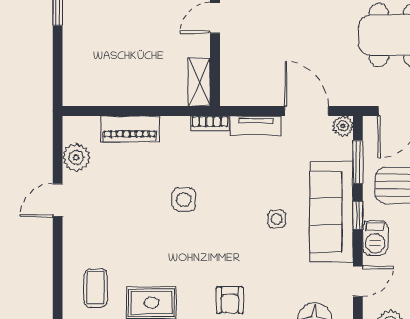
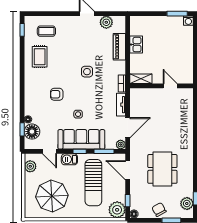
kitchen sink: (125, 92) -> (136, 45), added
armchair: (230, 300) -> (57, 94), moved

